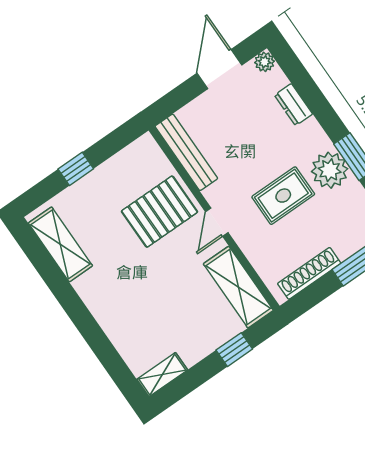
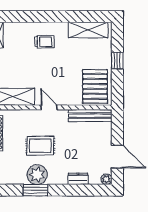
rug: (283, 196) -> (40, 146), turned 90
pallet: (160, 212) -> (95, 86), moved
trolley: (123, 298) -> (44, 42), added

